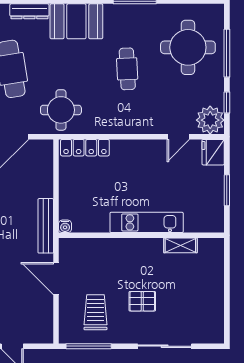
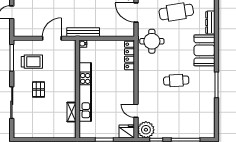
round table: (188, 47) -> (189, 117), removed
kitchen unit: (147, 222) -> (85, 92), width x1.36

